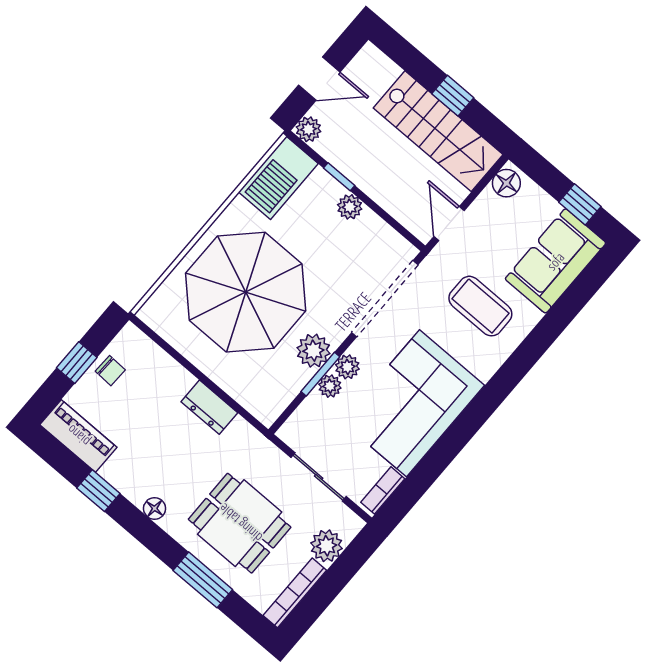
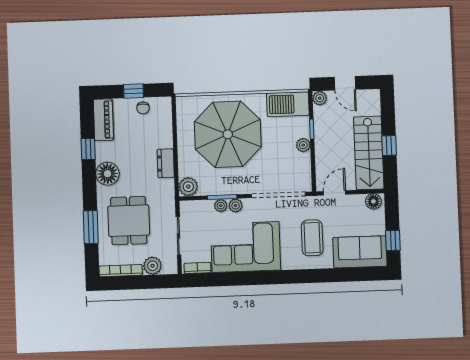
plant: (313, 351) -> (188, 187), moved
floor lamp: (155, 508) -> (108, 174), width x1.89, depth x1.89

